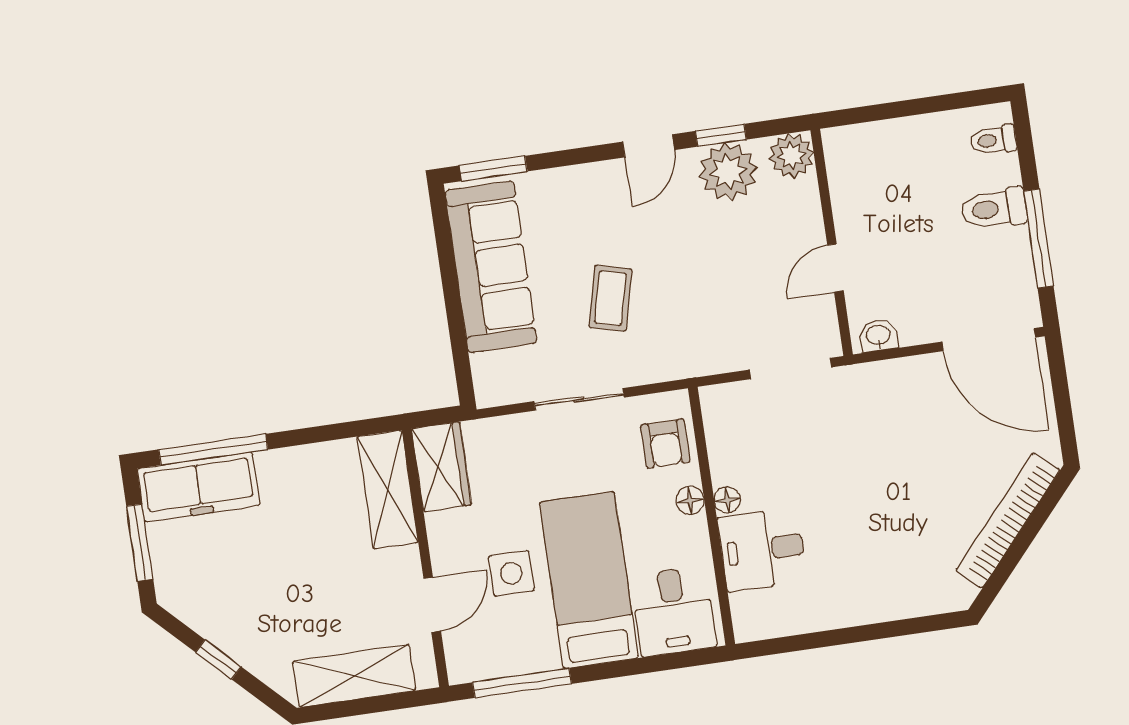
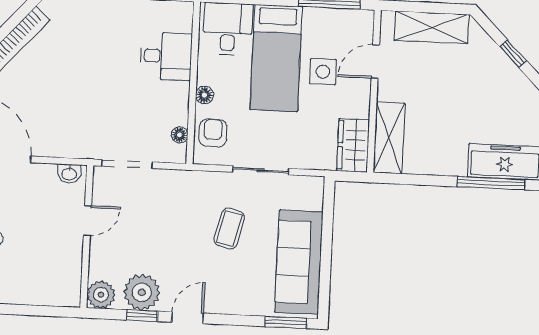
floor lamp: (727, 500) -> (180, 135), moved

